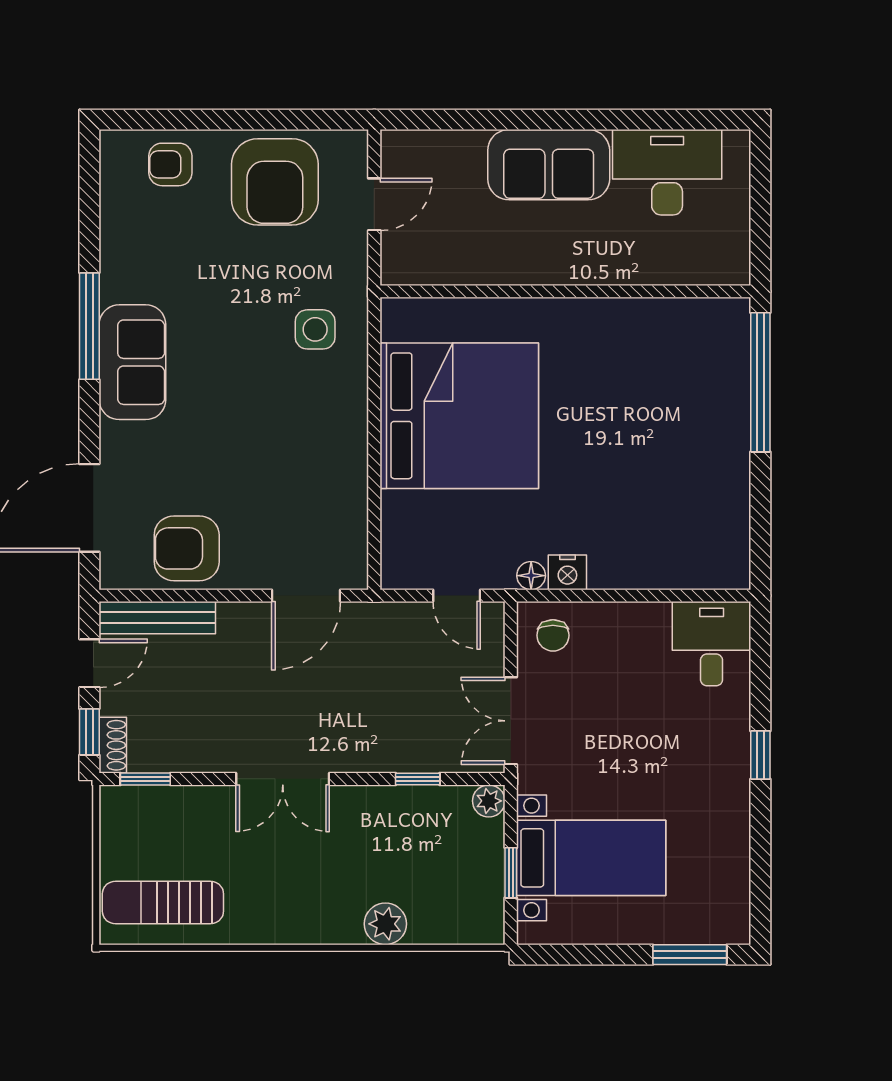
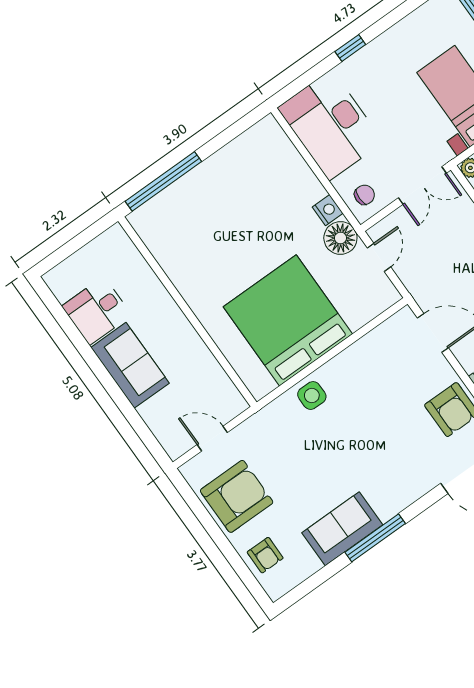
desk: (667, 172) -> (97, 311), width x0.73
side table: (315, 329) -> (312, 396), moved
sofa: (132, 362) -> (342, 529), moved
floor lamp: (531, 576) -> (340, 238), width x1.89, depth x1.89
desk: (712, 644) -> (331, 125), width x1.87, depth x1.30

